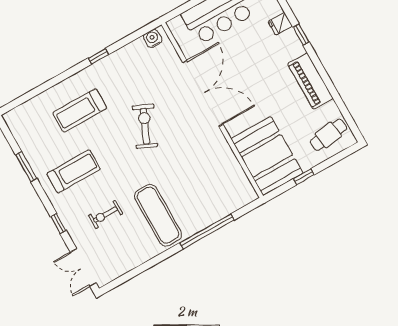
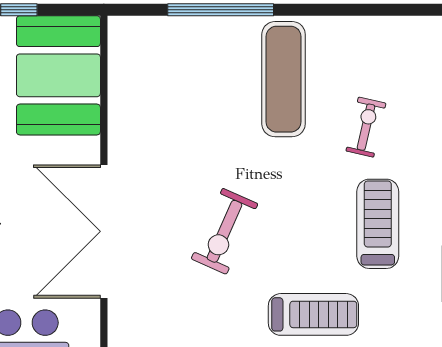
treadmill: (74, 171) -> (378, 224), turned 90
exercise bike: (105, 215) -> (366, 127), turned -77

